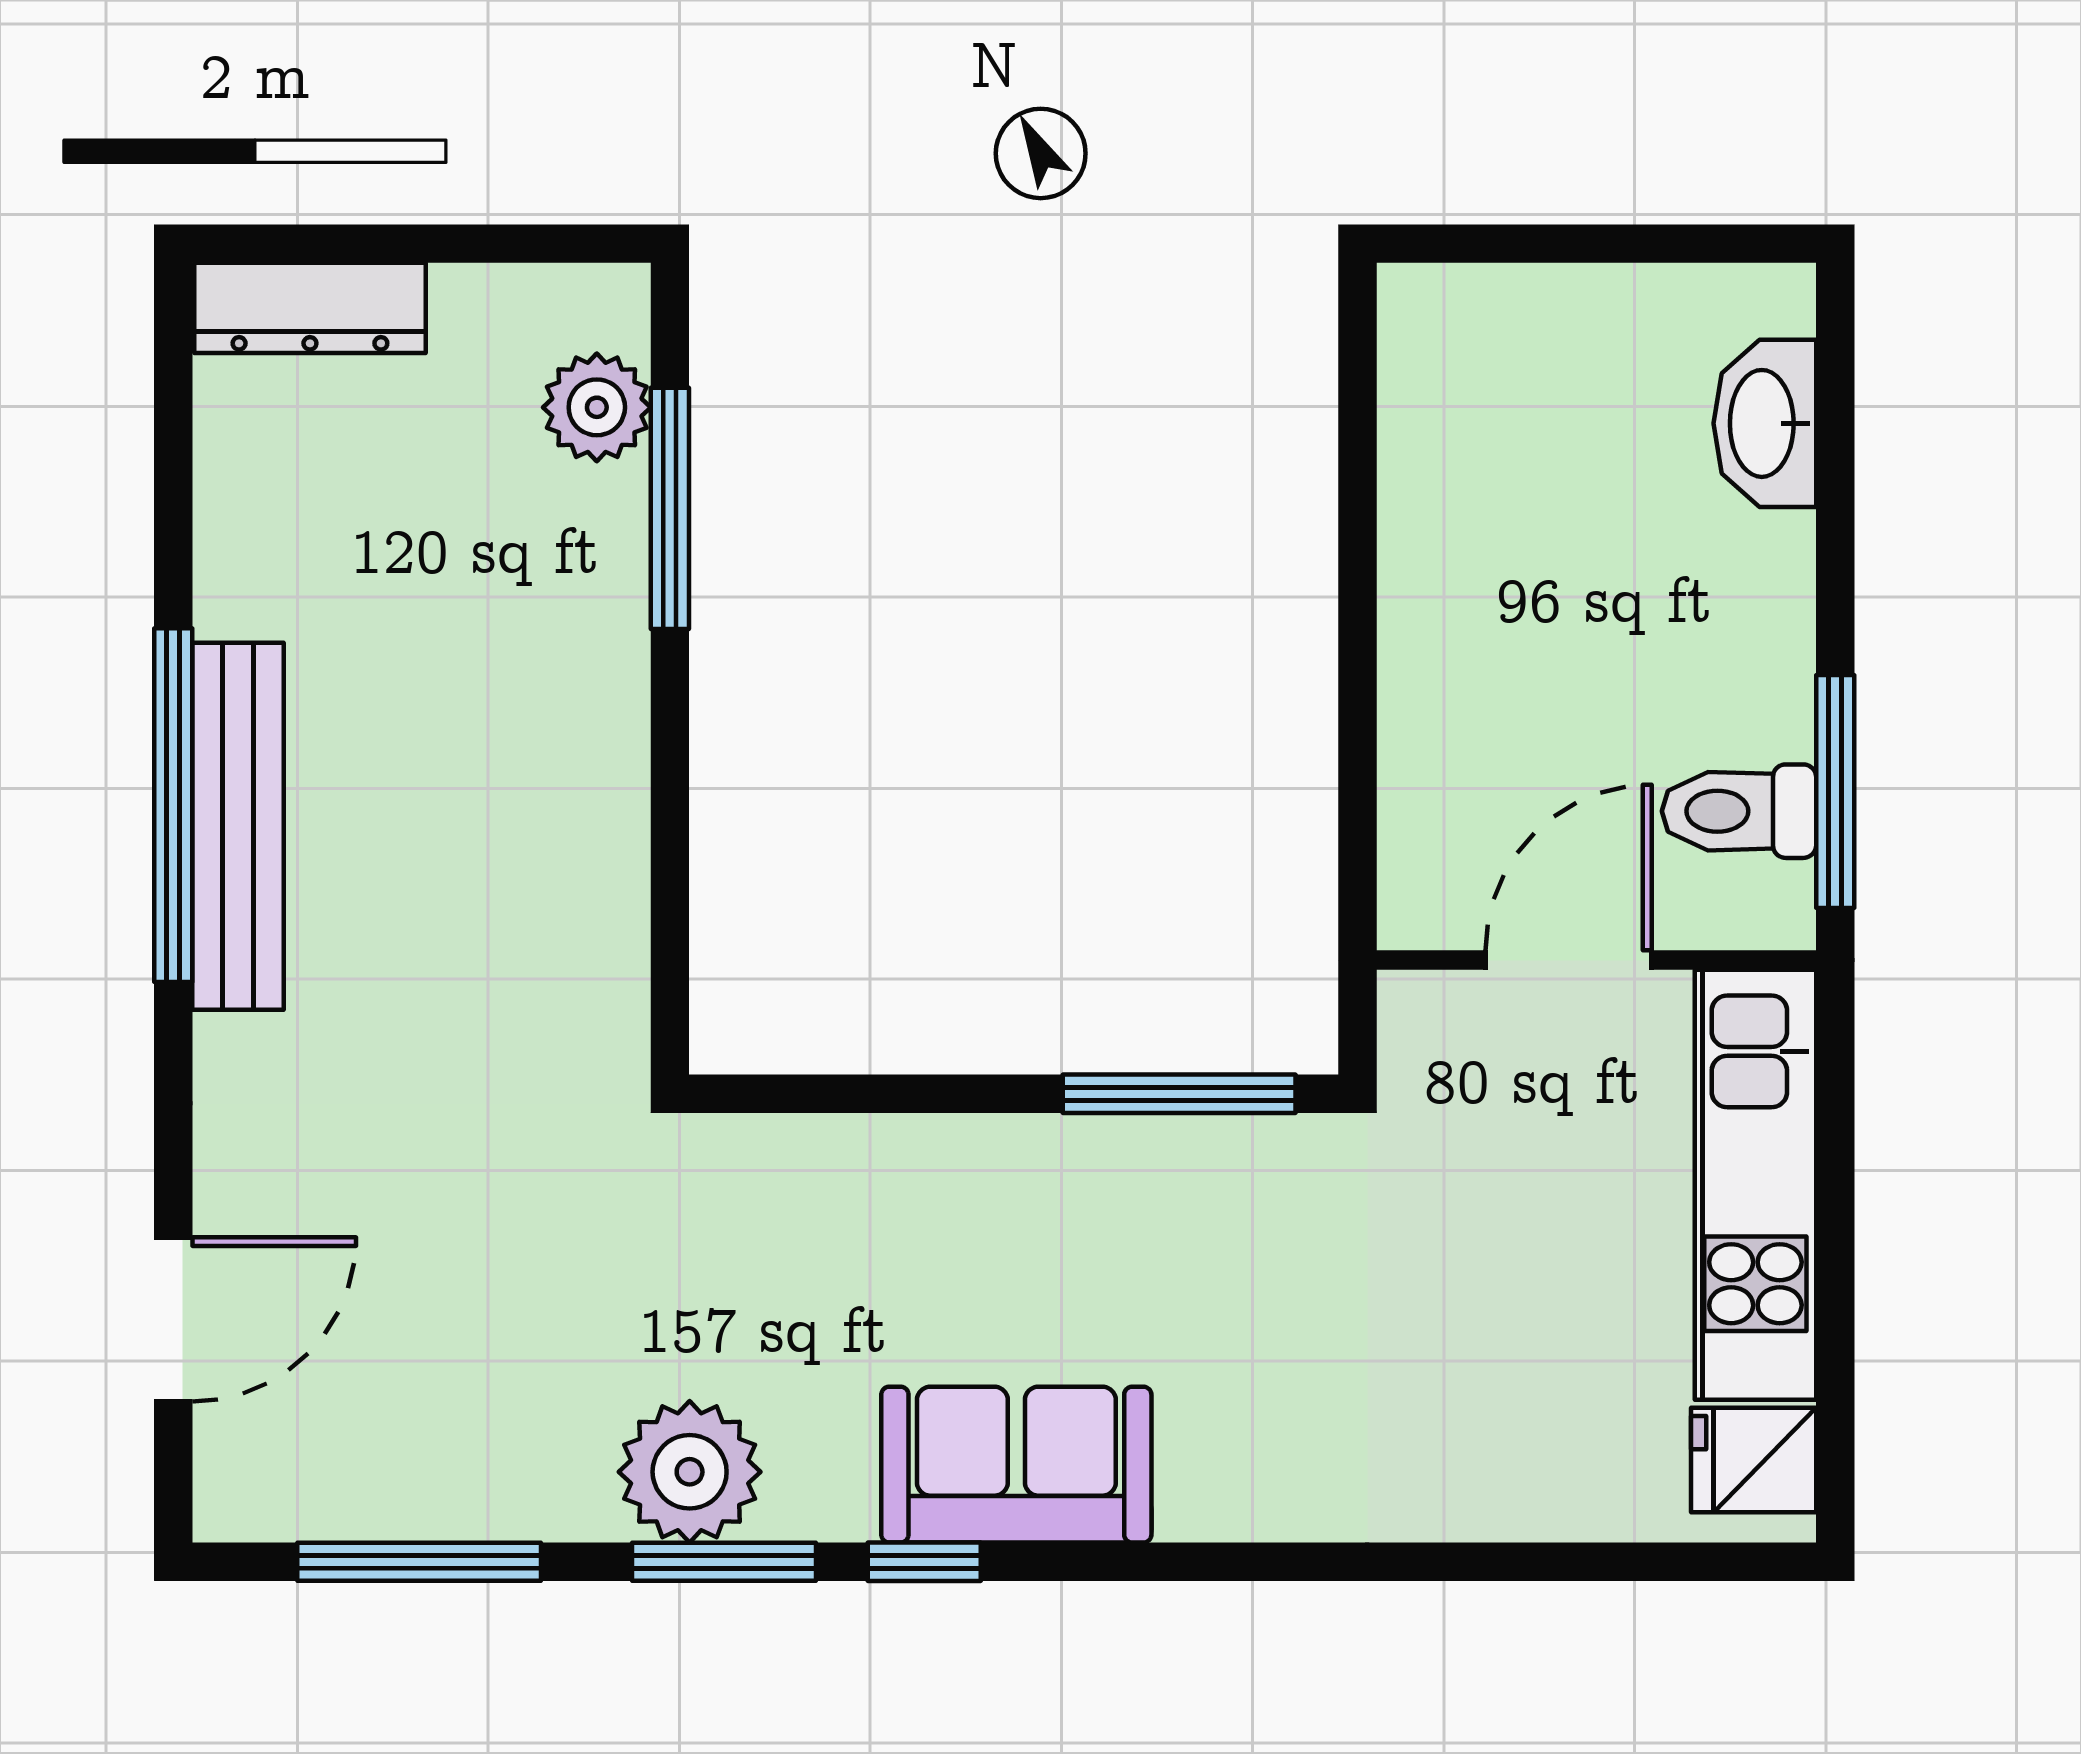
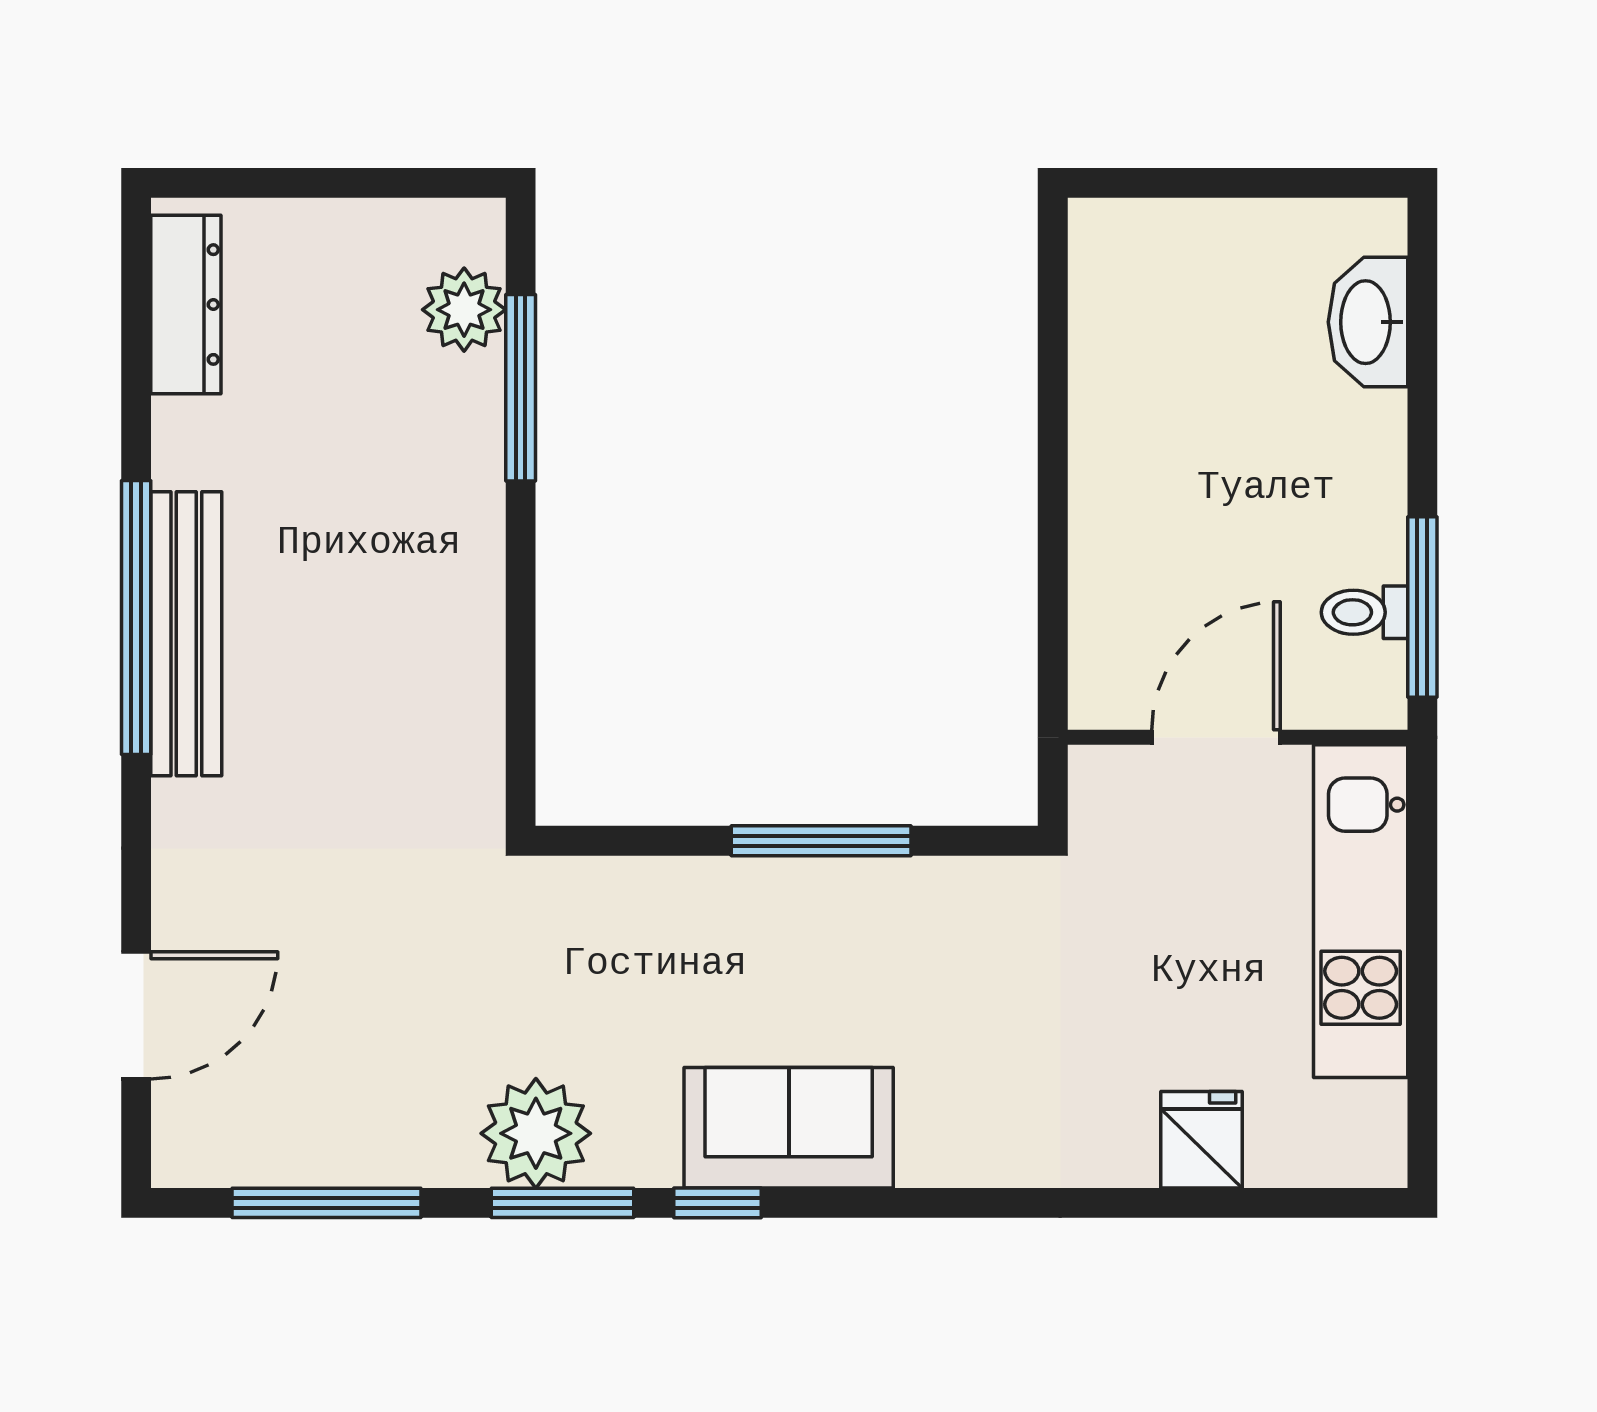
dresser: (310, 308) -> (186, 305), moved, turned -90
toilet: (1739, 811) -> (1364, 612), width x0.73, depth x0.72
window: (1179, 1094) -> (821, 841), moved
fridge: (1754, 1460) -> (1202, 1140), moved, turned 90

